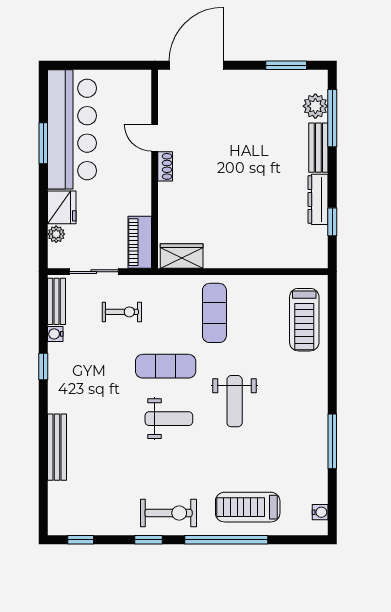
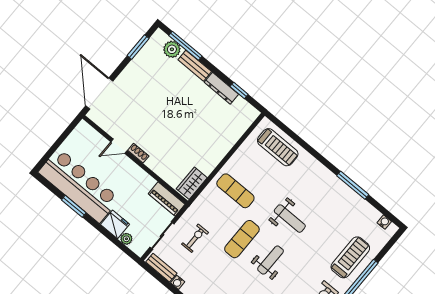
treadmill: (248, 507) -> (350, 257), turned 180

